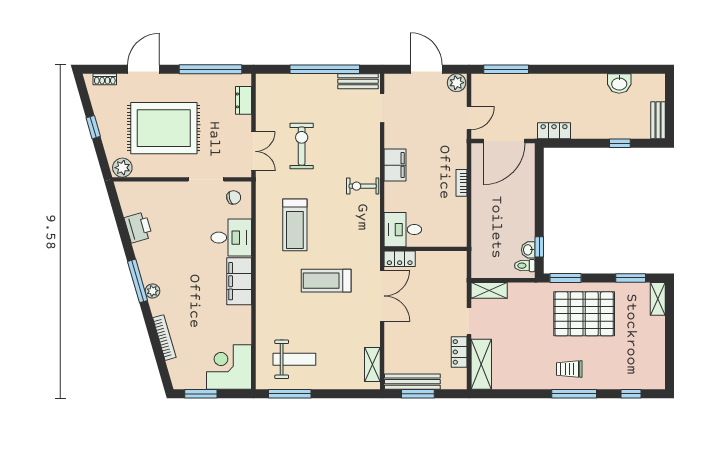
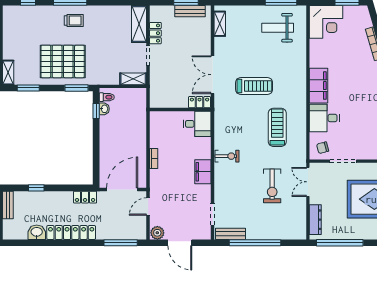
locker: (573, 83) -> (71, 232), added
dresser: (243, 100) -> (315, 220), width x1.44
bench: (412, 382) -> (190, 11), width x0.73

